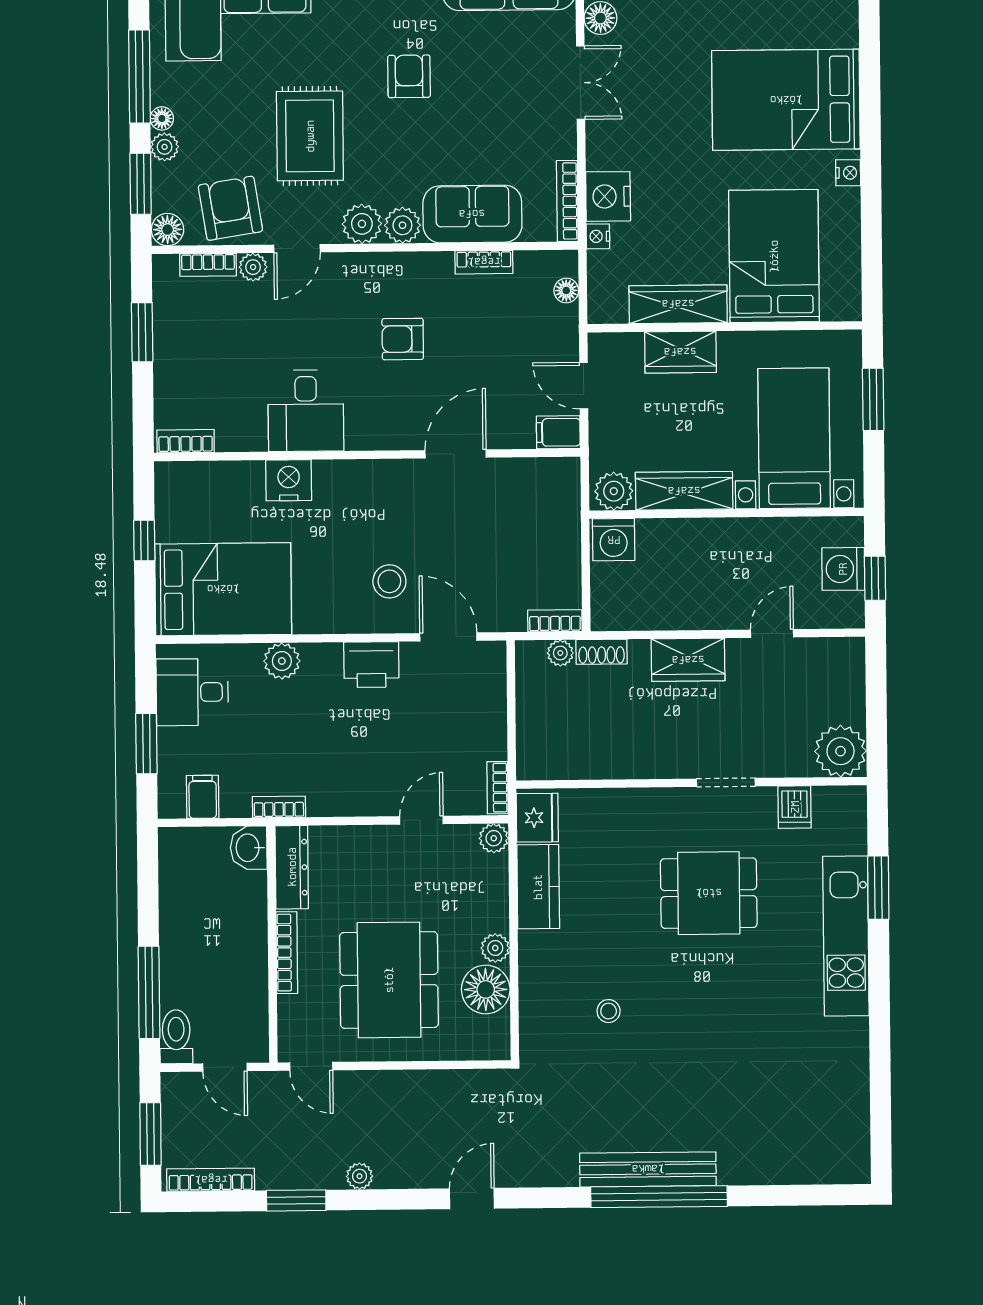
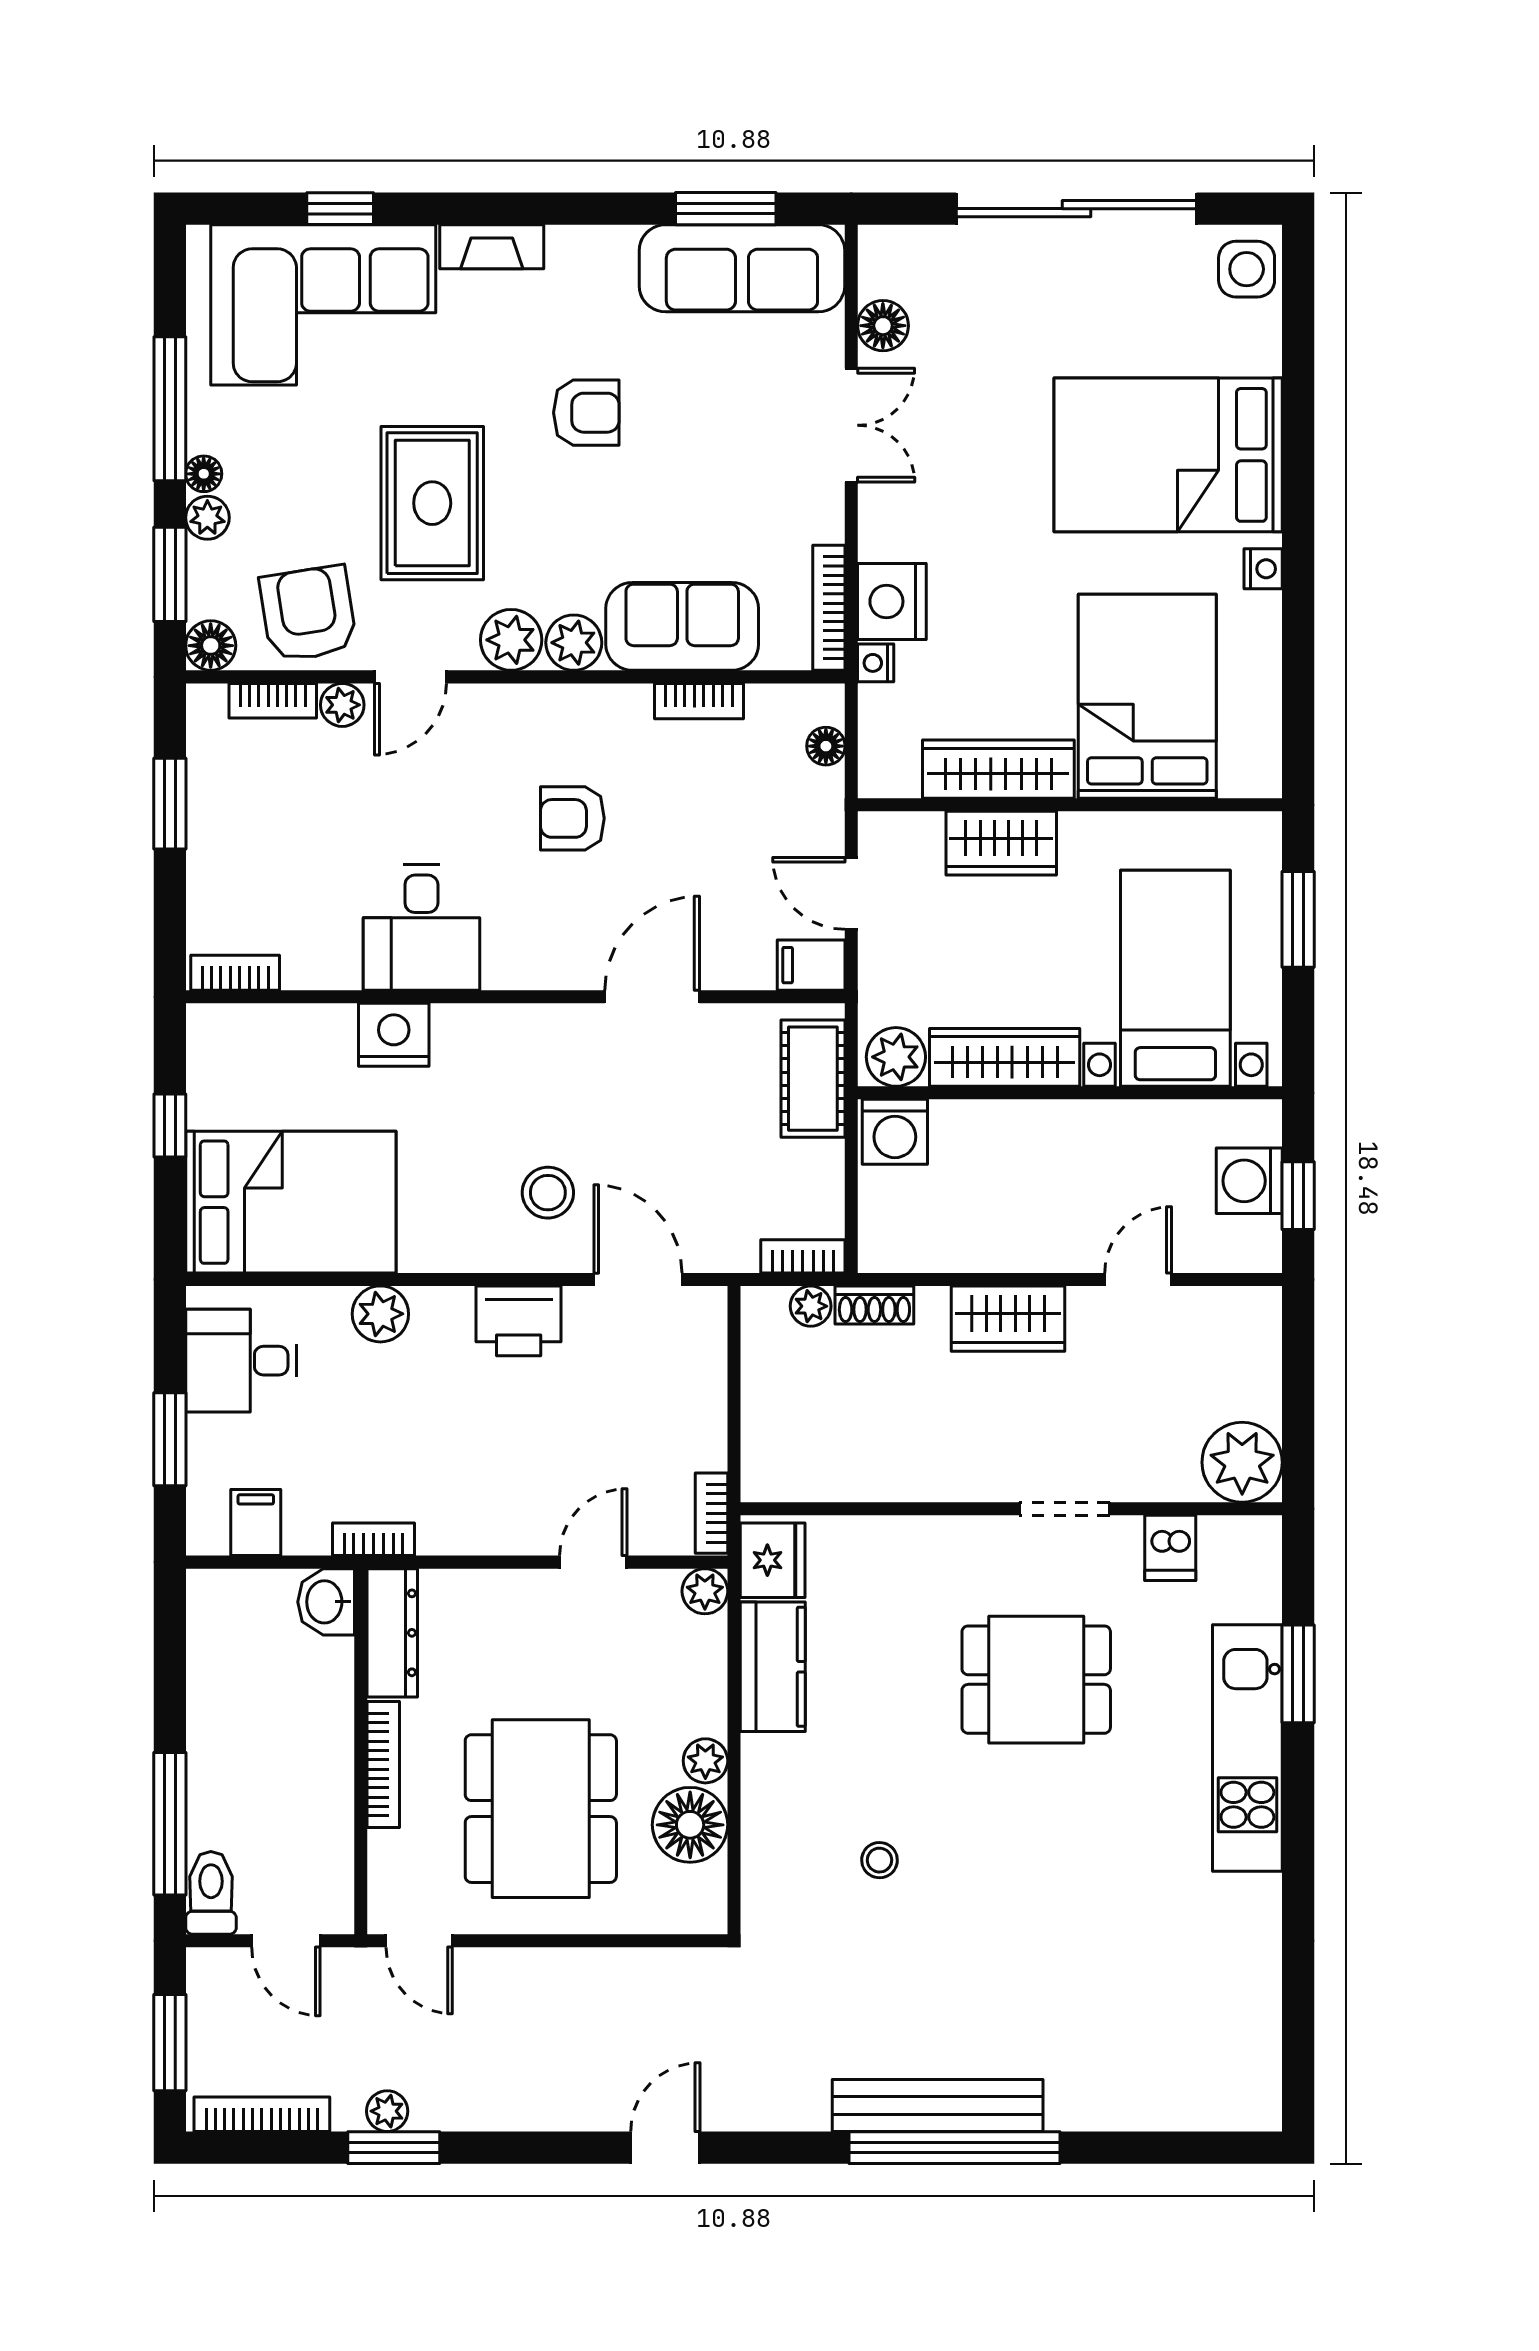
armchair: (409, 76) -> (586, 413), turned 90
cot: (560, 506) -> (813, 1079), added
plant: (360, 1176) -> (387, 2111), moved

